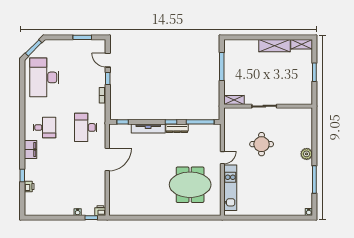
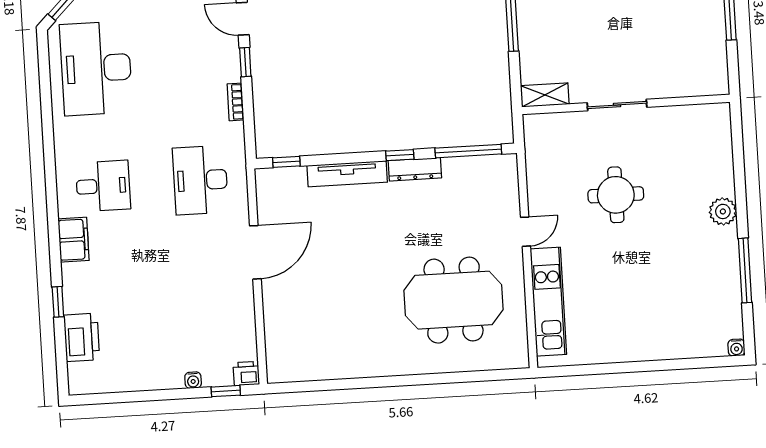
printer: (29, 187) -> (82, 337), width x1.87, depth x1.48

